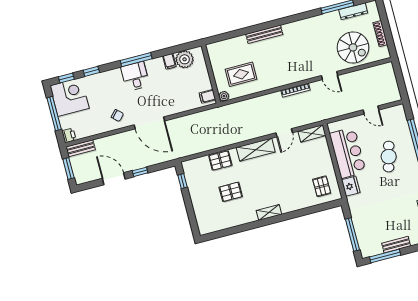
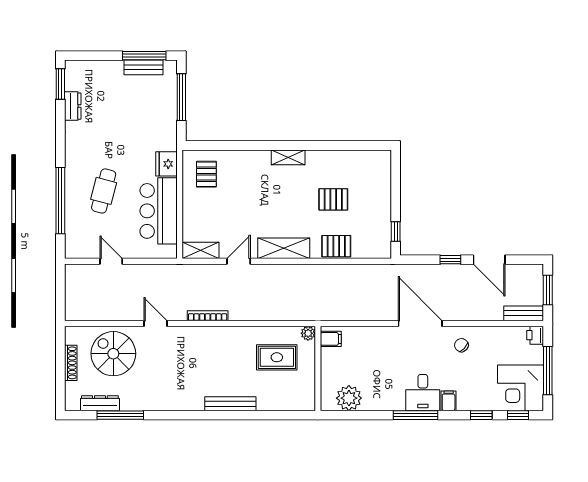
filing cabinet: (169, 61) -> (449, 401), moved
bench: (396, 245) -> (144, 67), moved

